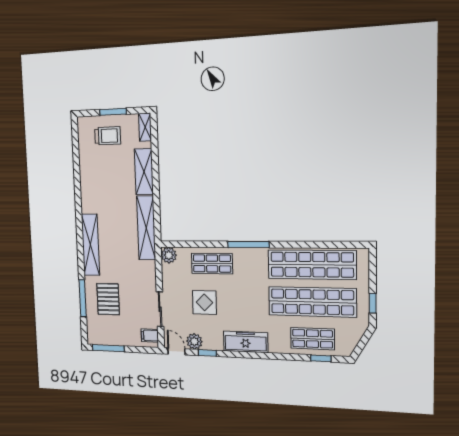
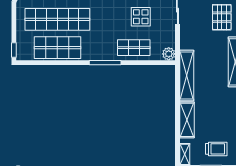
trolley: (108, 136) -> (216, 149), turned 180
shop shelf: (312, 265) -> (57, 48), width x0.71
window: (373, 303) -> (14, 50), moved

